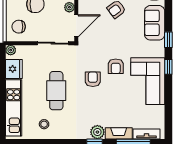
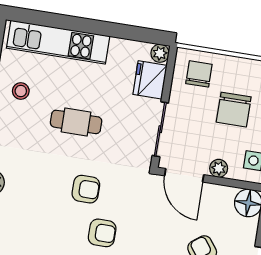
armchair: (116, 66) -> (102, 233), turned 180
fridge: (14, 69) -> (150, 80), moved, turned 90
cafe table: (56, 91) -> (76, 122), width x0.73, depth x0.74

